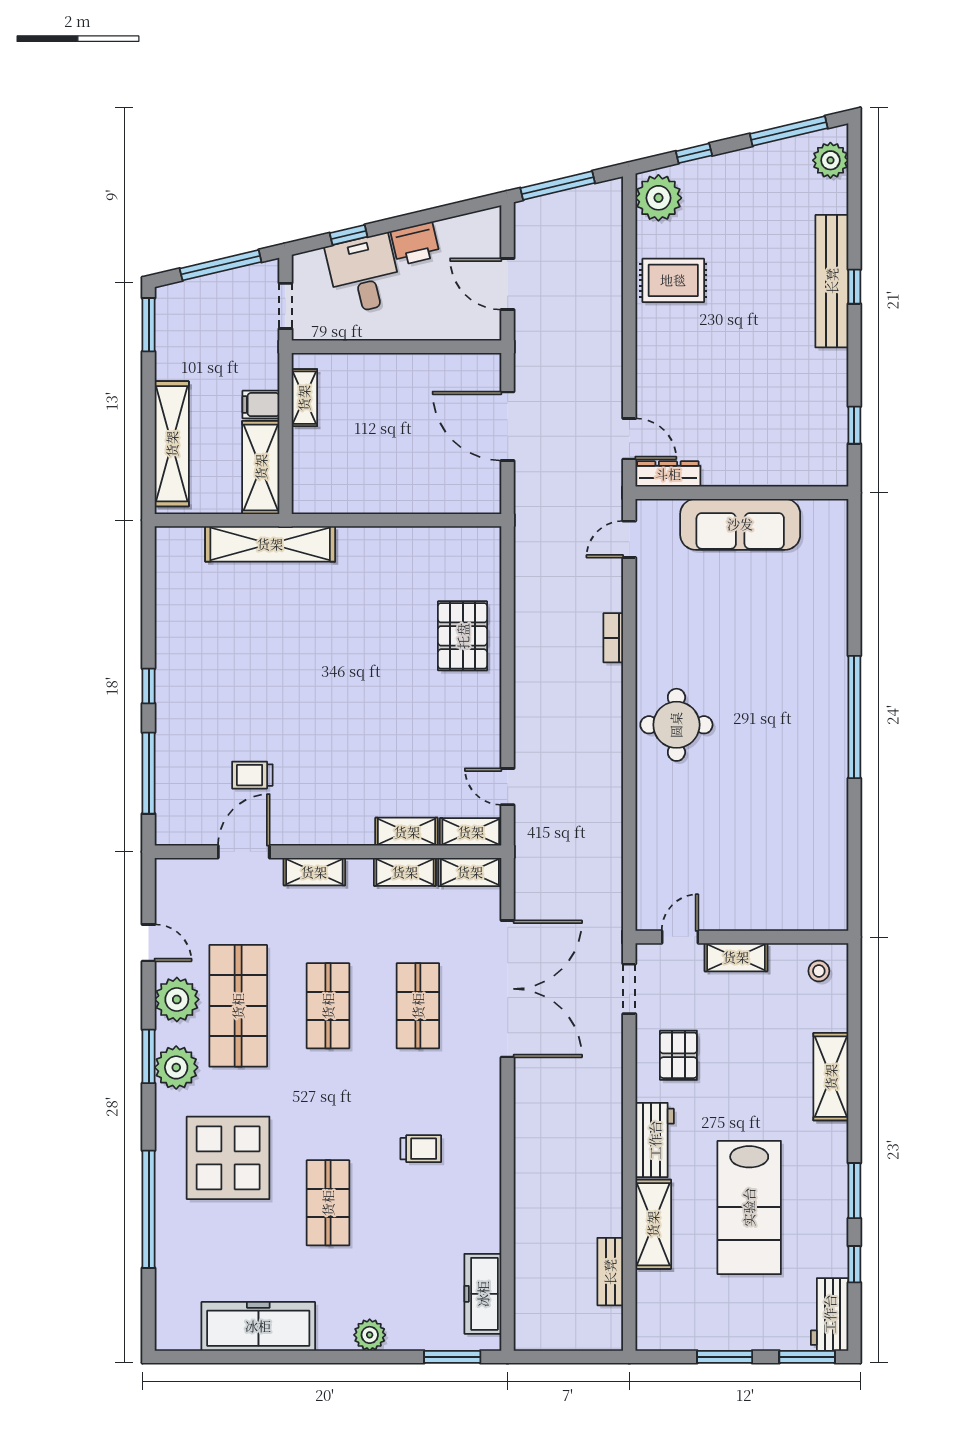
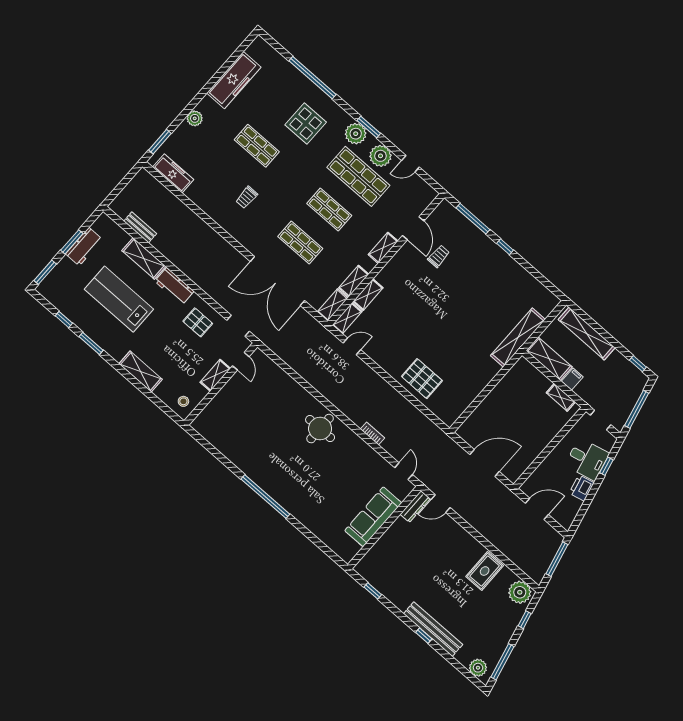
window: (149, 325) -> (638, 364), width x0.67
display table: (228, 1158) -> (306, 124), width x0.73, depth x0.73
workbench: (830, 1314) -> (84, 247), moved, turned 90

